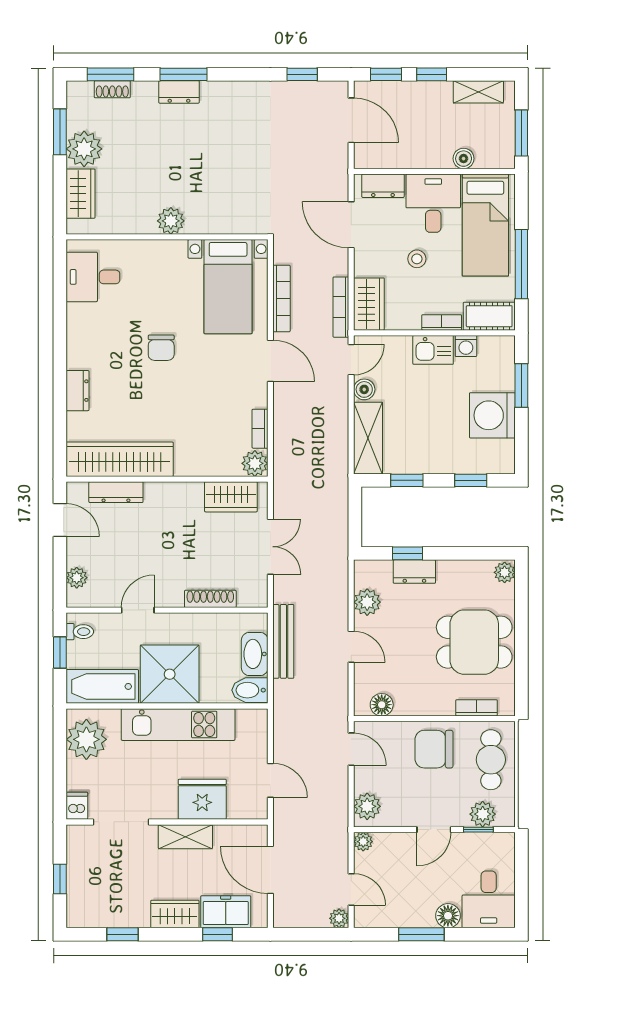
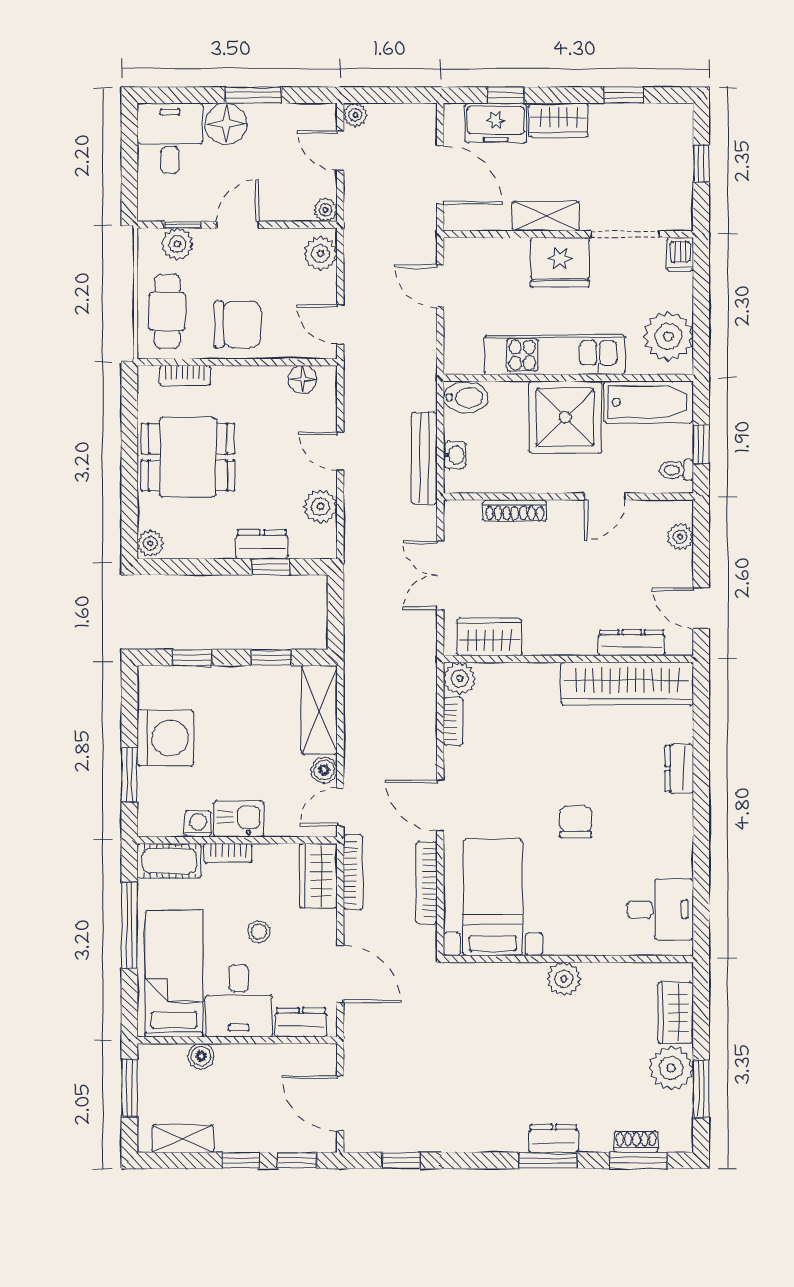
washbasin: (255, 654) -> (455, 455), width x0.52, depth x0.69
fridge: (202, 799) -> (560, 262), moved
floor lamp: (448, 916) -> (226, 124), width x1.38, depth x1.38

